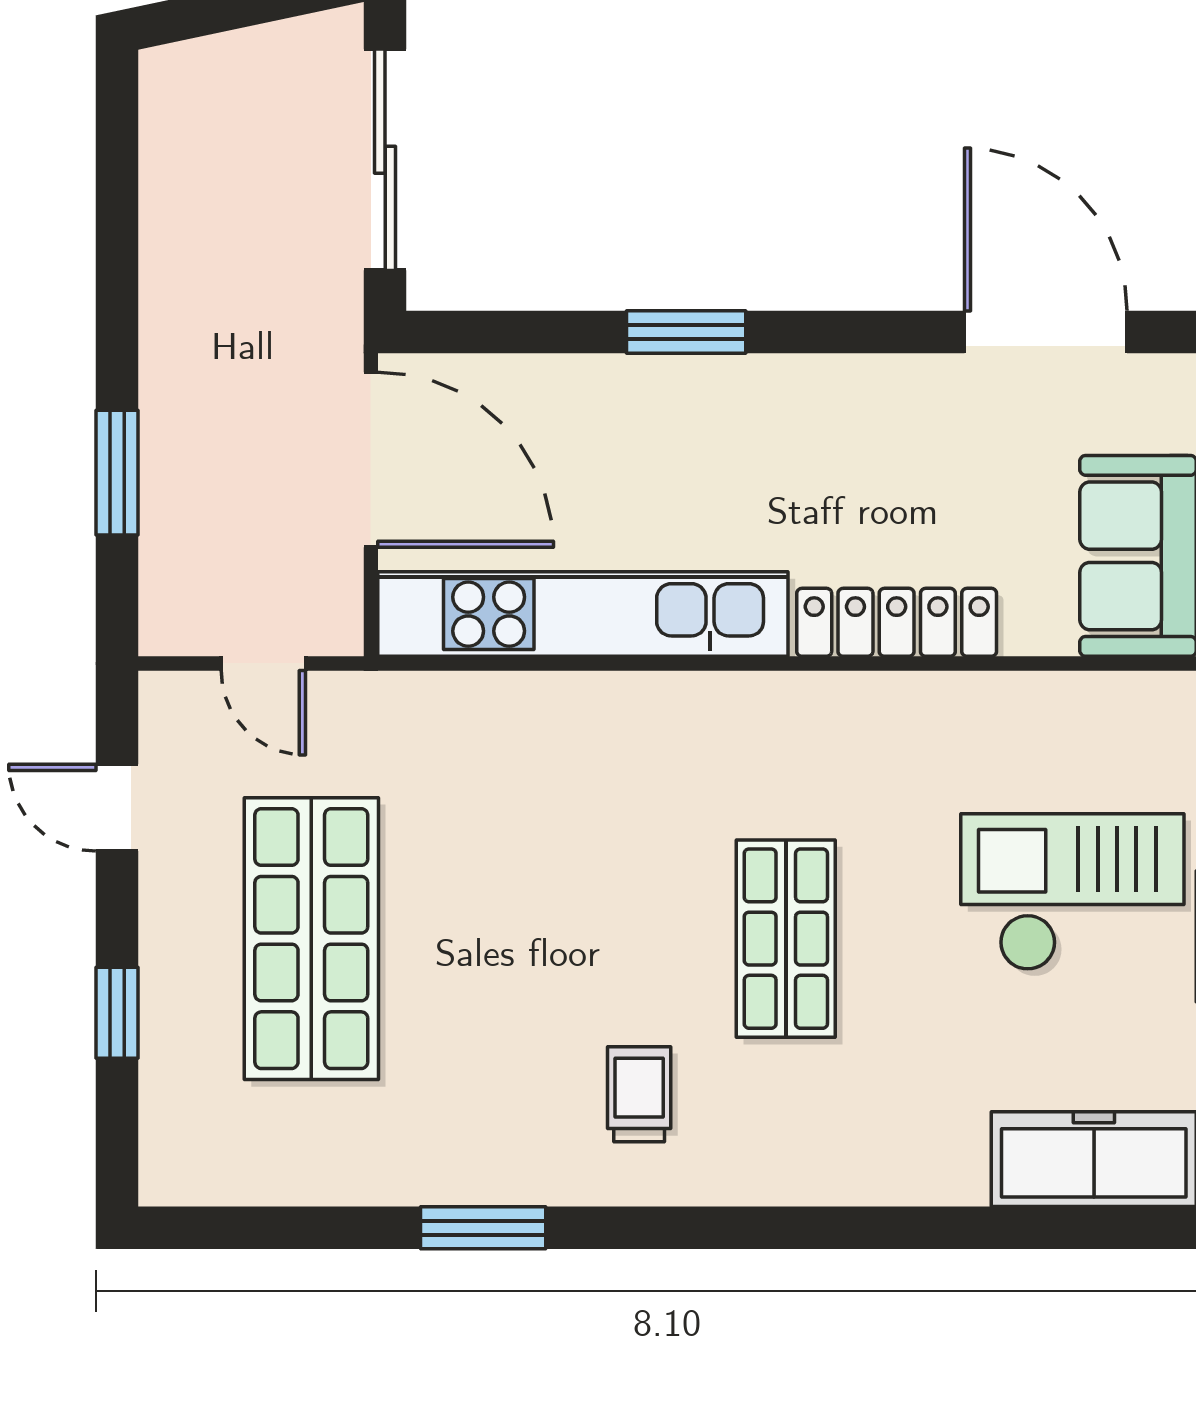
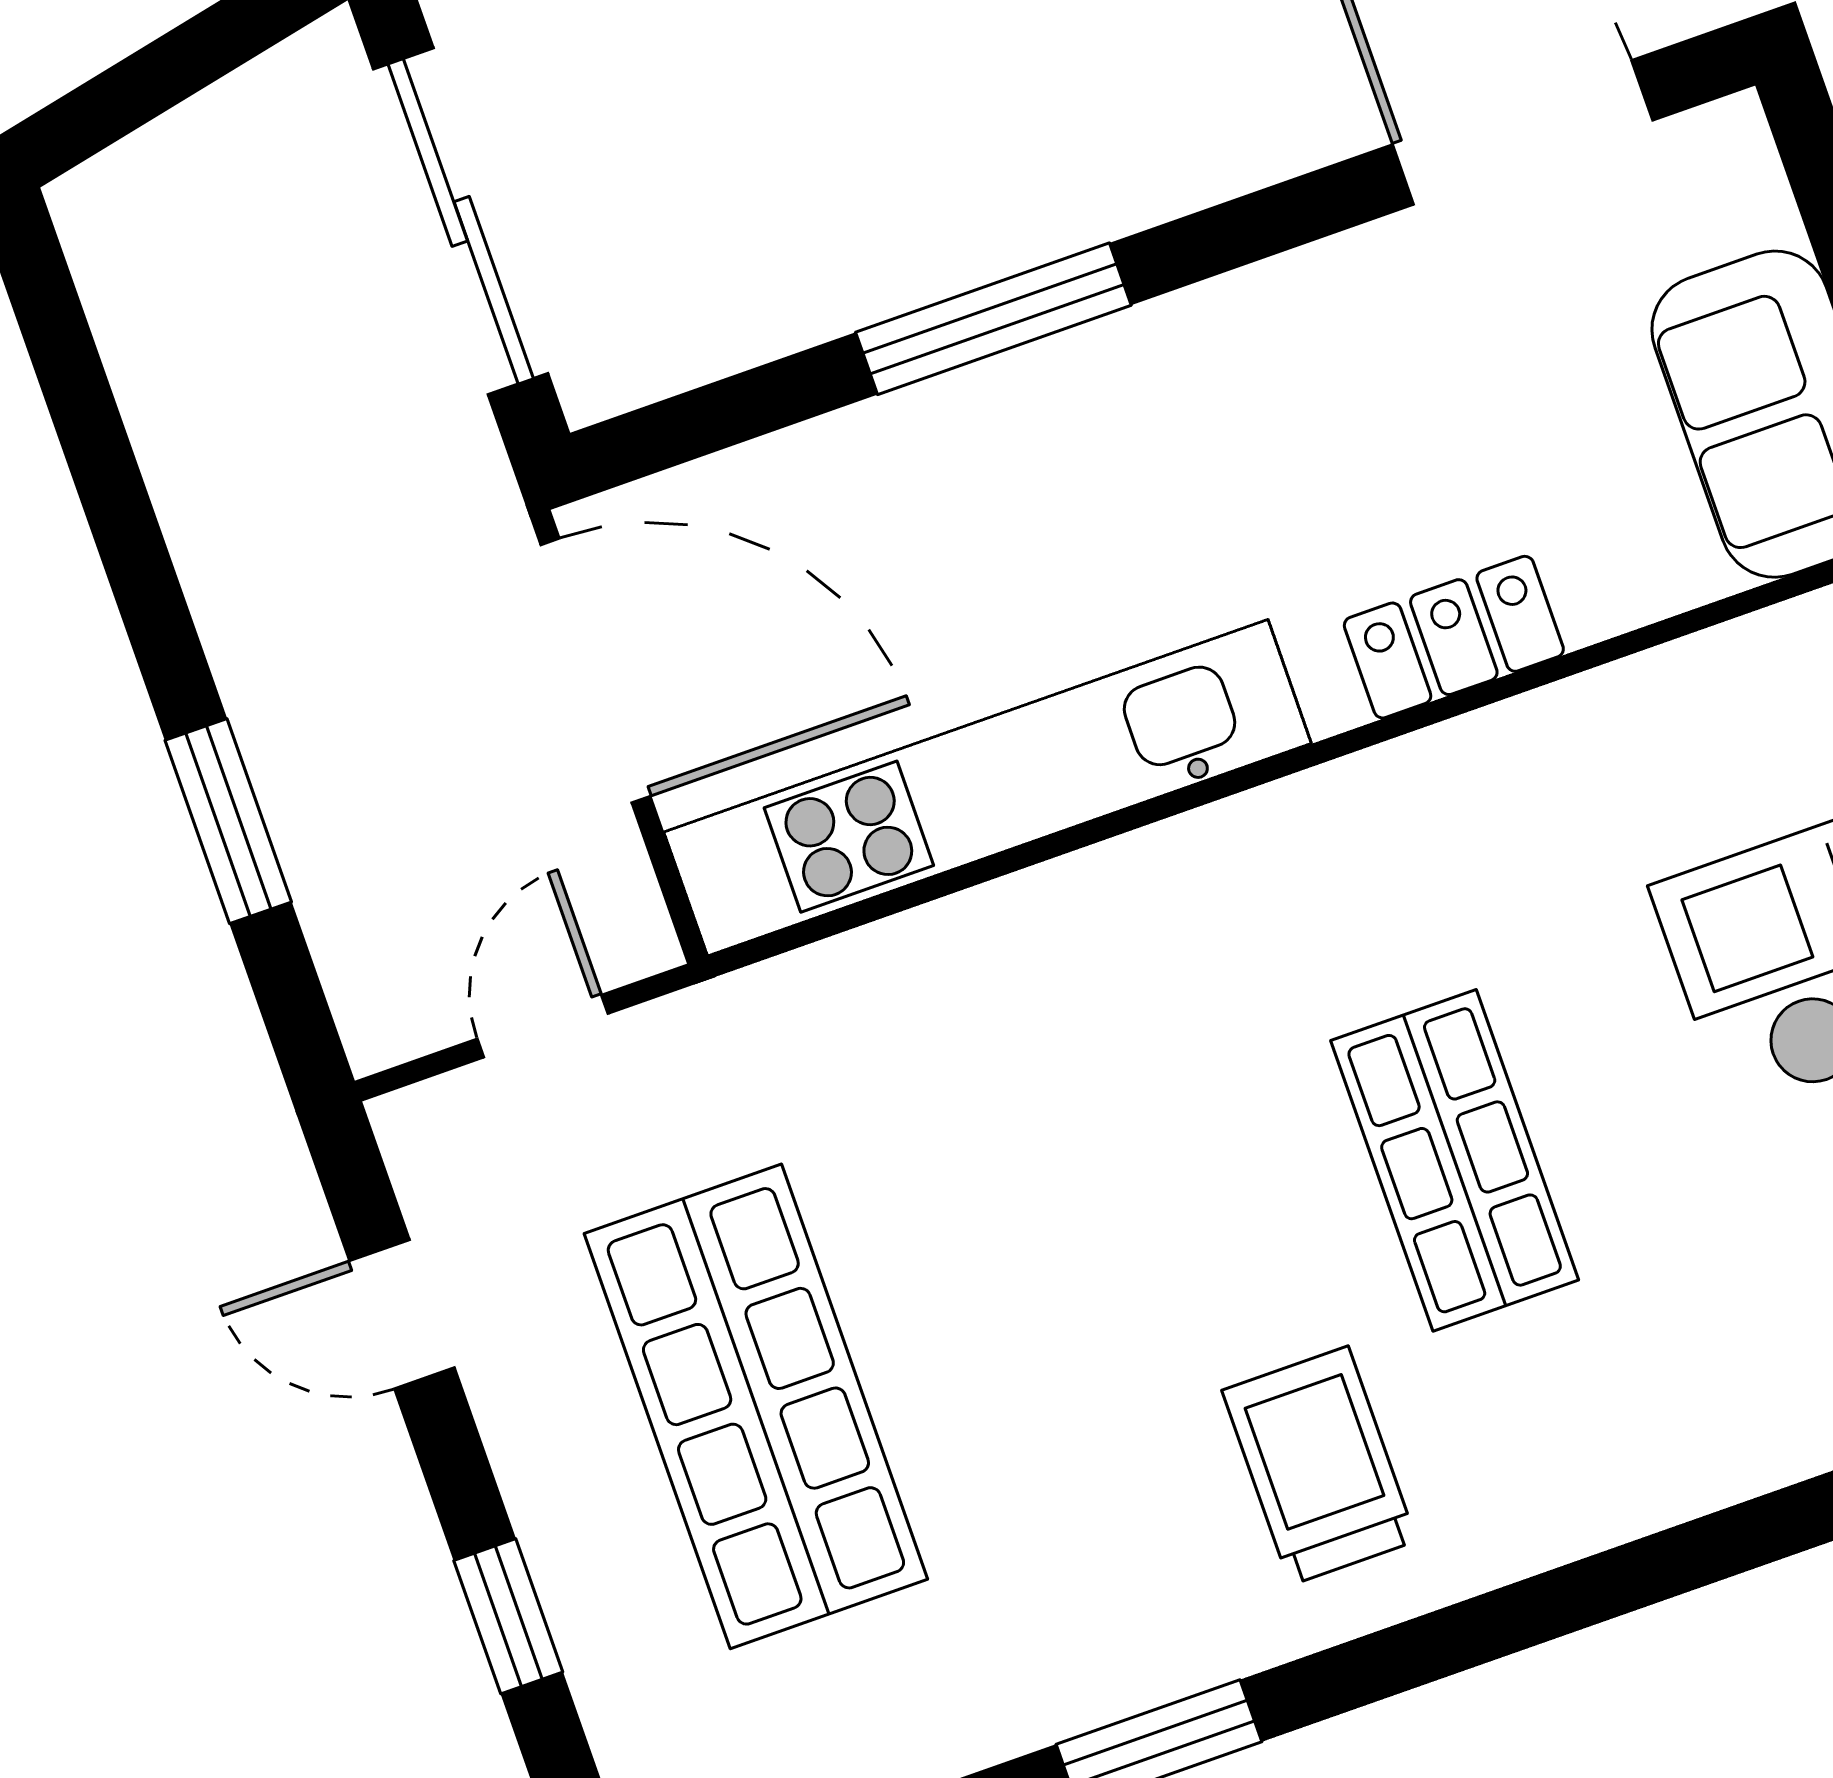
window: (686, 332) -> (993, 319), width x1.44
locker: (897, 622) -> (1454, 637), width x0.66
door: (263, 663) -> (543, 1026), swing flipped
trolley: (639, 1094) -> (1319, 1466), width x1.36, depth x1.39

